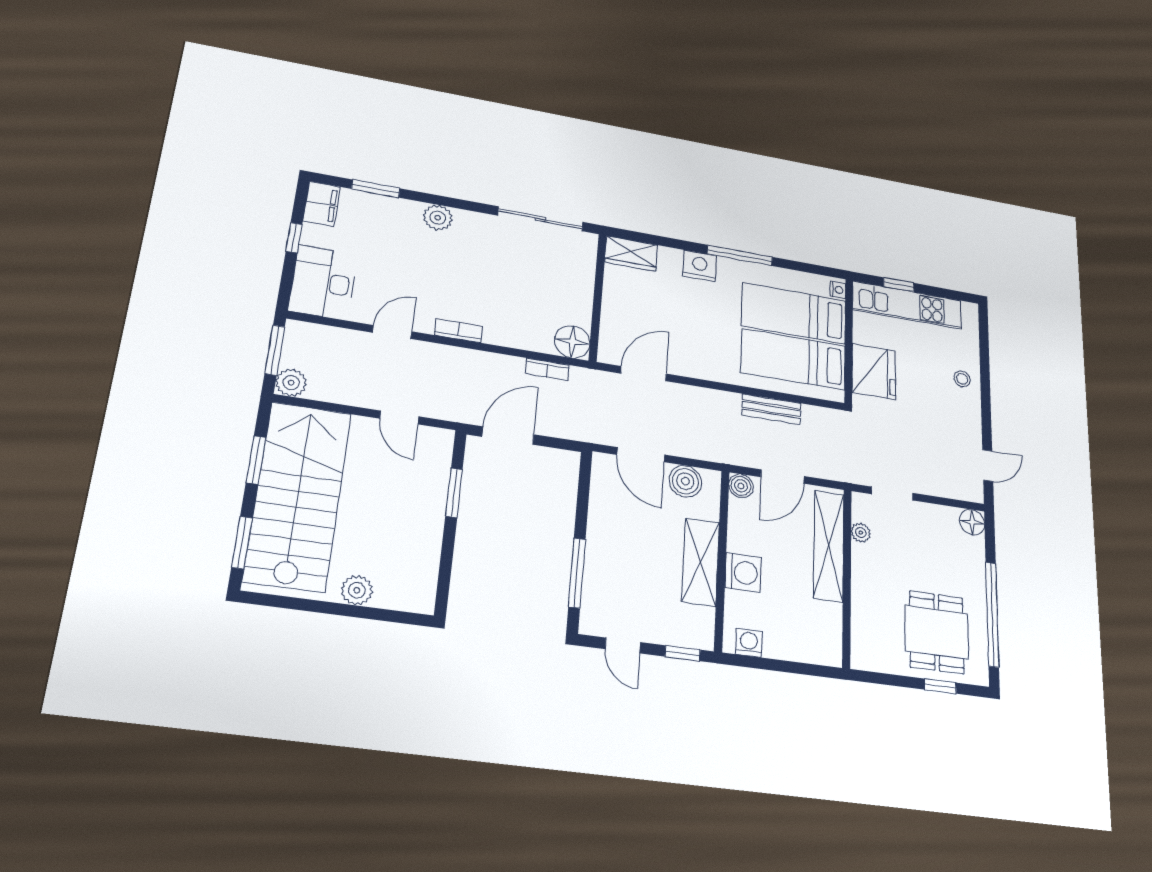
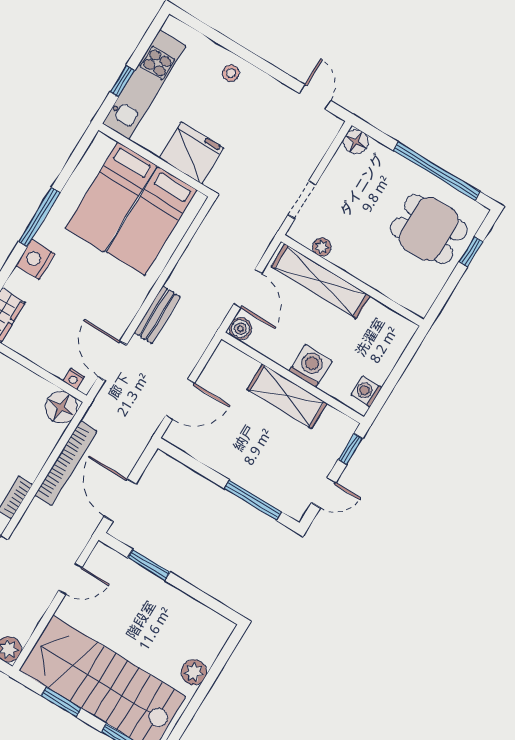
nightstand: (838, 290) -> (74, 379), moved, turned 180
bookcase: (547, 369) -> (66, 463), width x2.31, depth x1.31
bench: (771, 409) -> (157, 315), moved
boiler: (685, 481) -> (217, 374), removed

